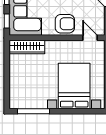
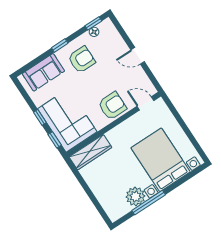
plant: (38, 101) -> (135, 196), added
window: (34, 111) -> (149, 203), moved

